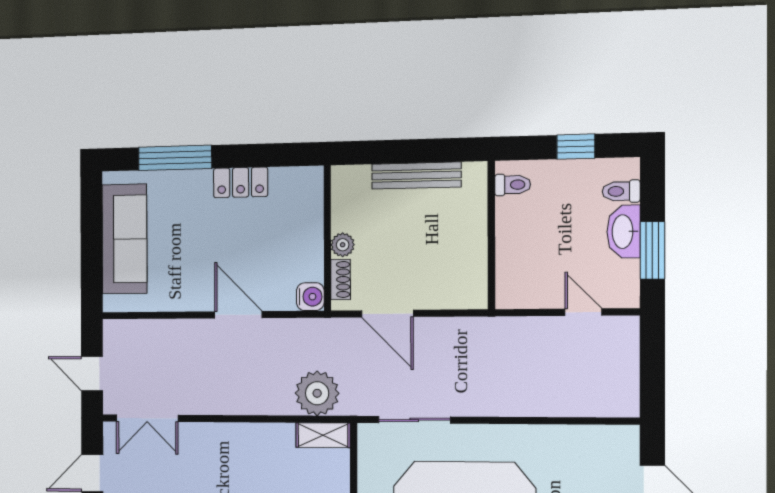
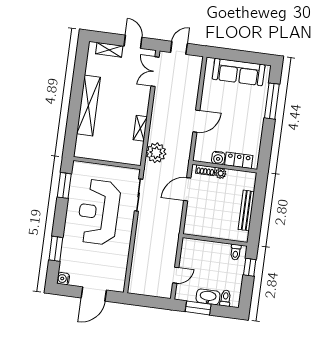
window: (576, 147) -> (250, 267), moved
locker: (241, 182) -> (239, 160), moved, turned 90
water cooler: (310, 297) -> (218, 158), moved
shelving: (323, 435) -> (140, 128), moved

